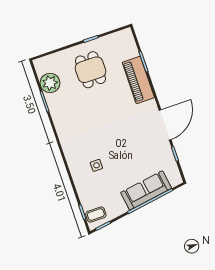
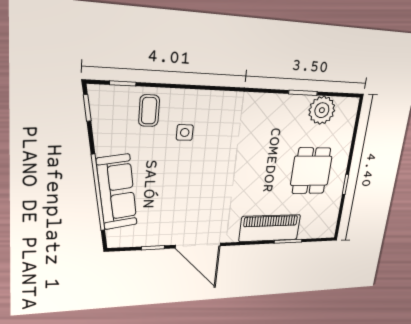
dining table: (90, 70) -> (311, 171), turned 90
coffee table: (96, 214) -> (149, 111), moved

